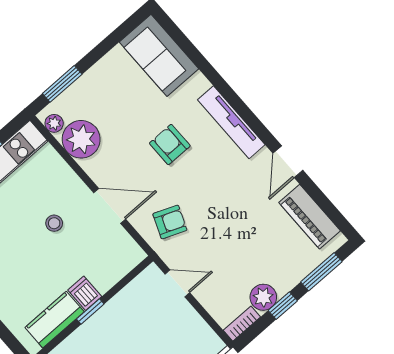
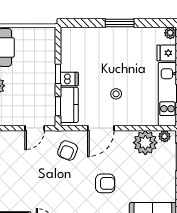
window: (128, 278) -> (58, 106), added
kitchen counter: (55, 320) -> (69, 105), moved

